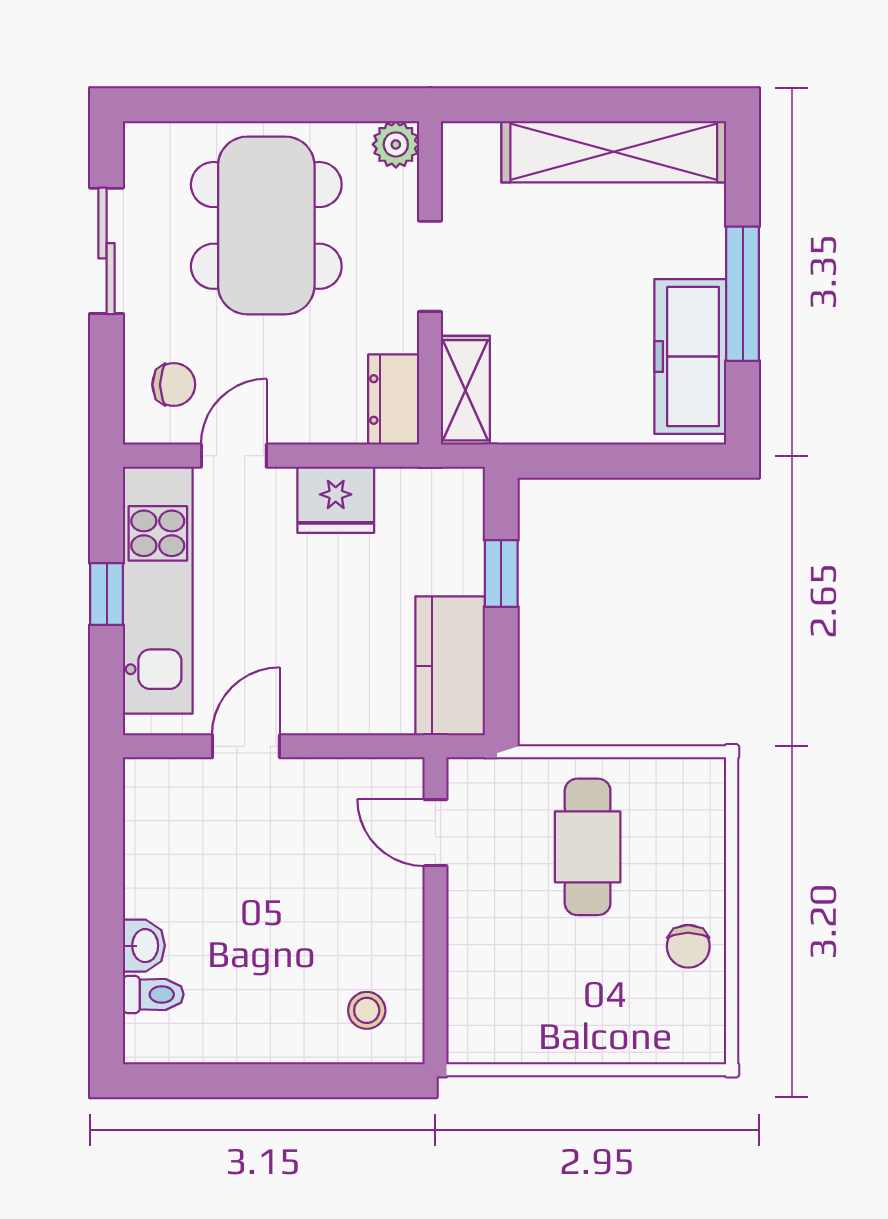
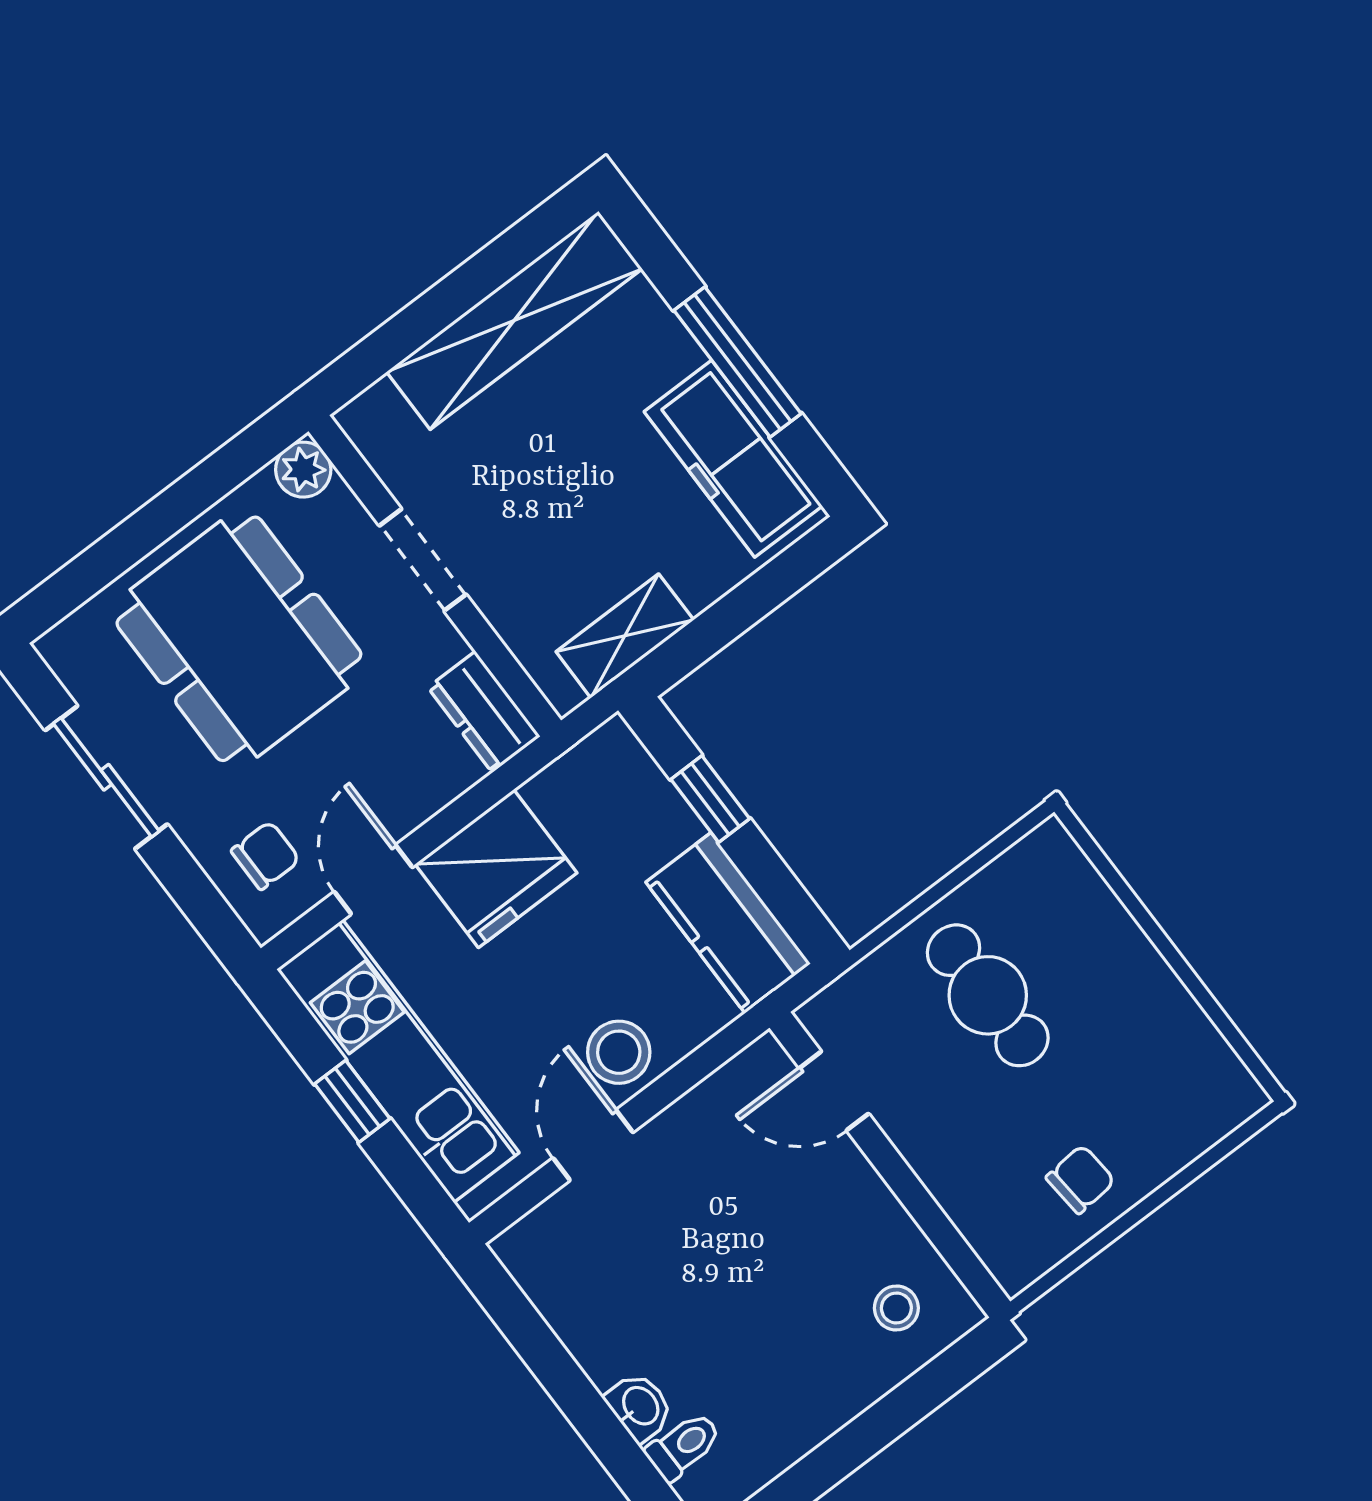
shelving: (465, 390) -> (625, 636), moved, turned 90
fridge: (336, 500) -> (496, 869), width x1.36, depth x1.34
stool: (311, 697) -> (619, 1052), added
chair: (688, 946) -> (1081, 1179), moved, turned -95

